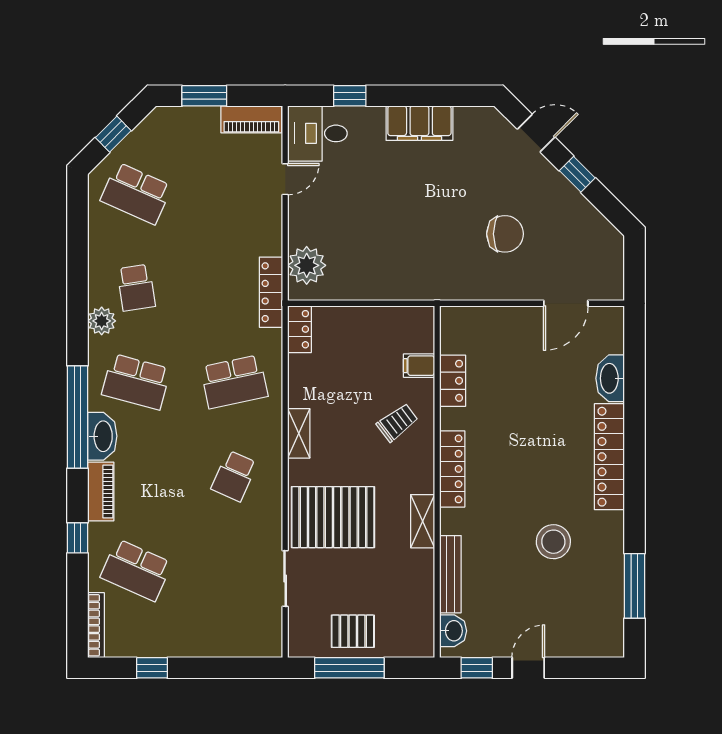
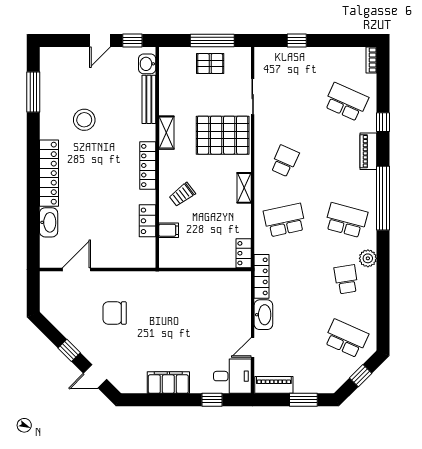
plant: (307, 265) -> (239, 293), removed
washbasin: (102, 436) -> (263, 315), moved, turned 180
bookcase: (96, 625) -> (371, 60), width x0.64
window: (152, 668) -> (297, 41), moved

